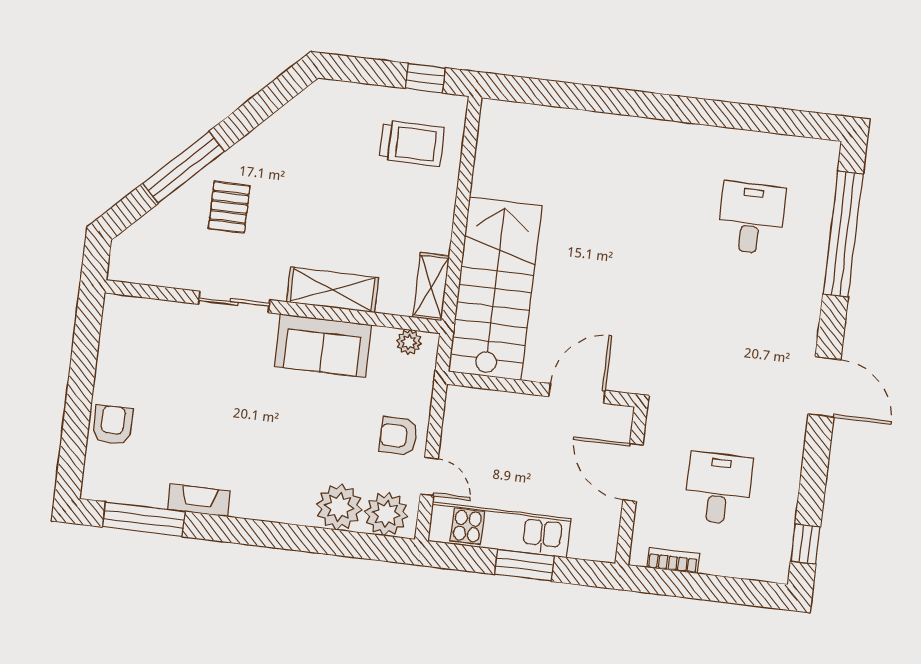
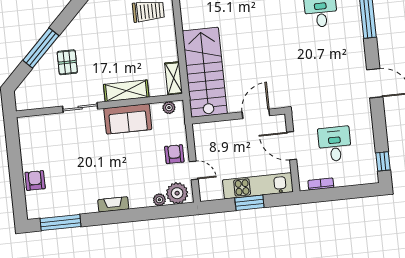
armchair: (398, 436) -> (174, 154), turned 90
fireplace: (199, 500) -> (113, 204), moved
plant: (339, 507) -> (159, 200), width x0.53, depth x0.53
kitchen unit: (499, 530) -> (258, 186), moved

